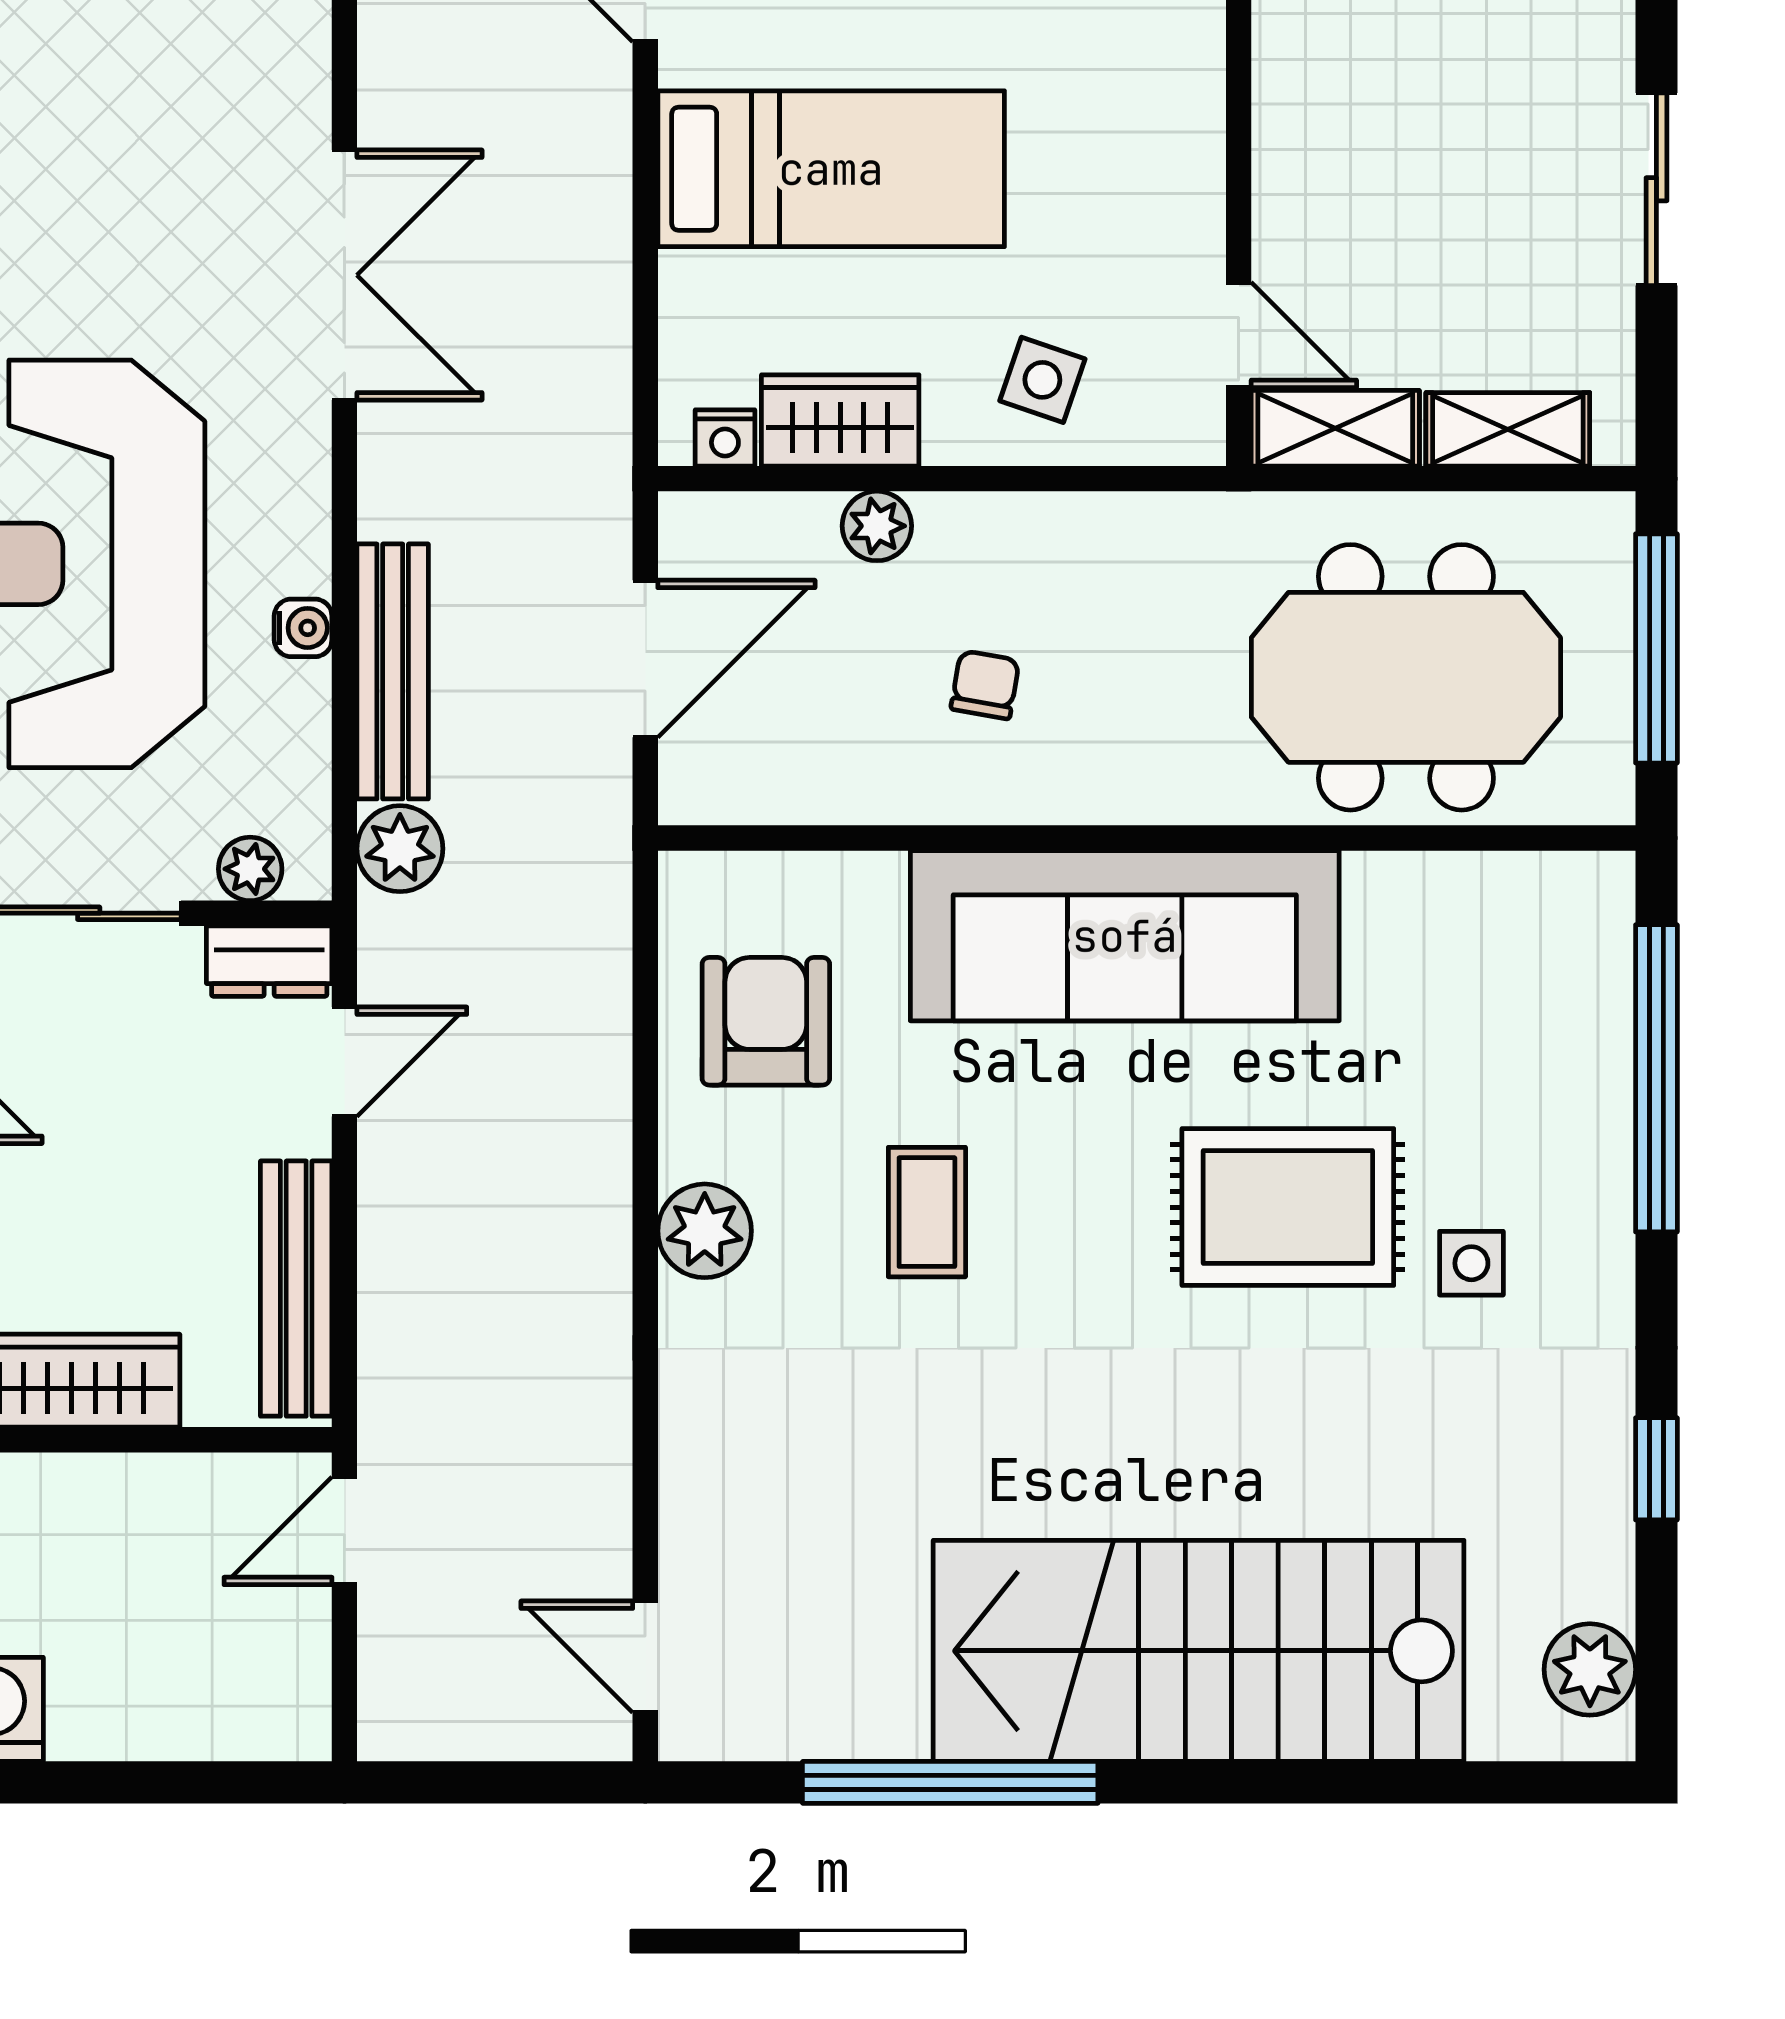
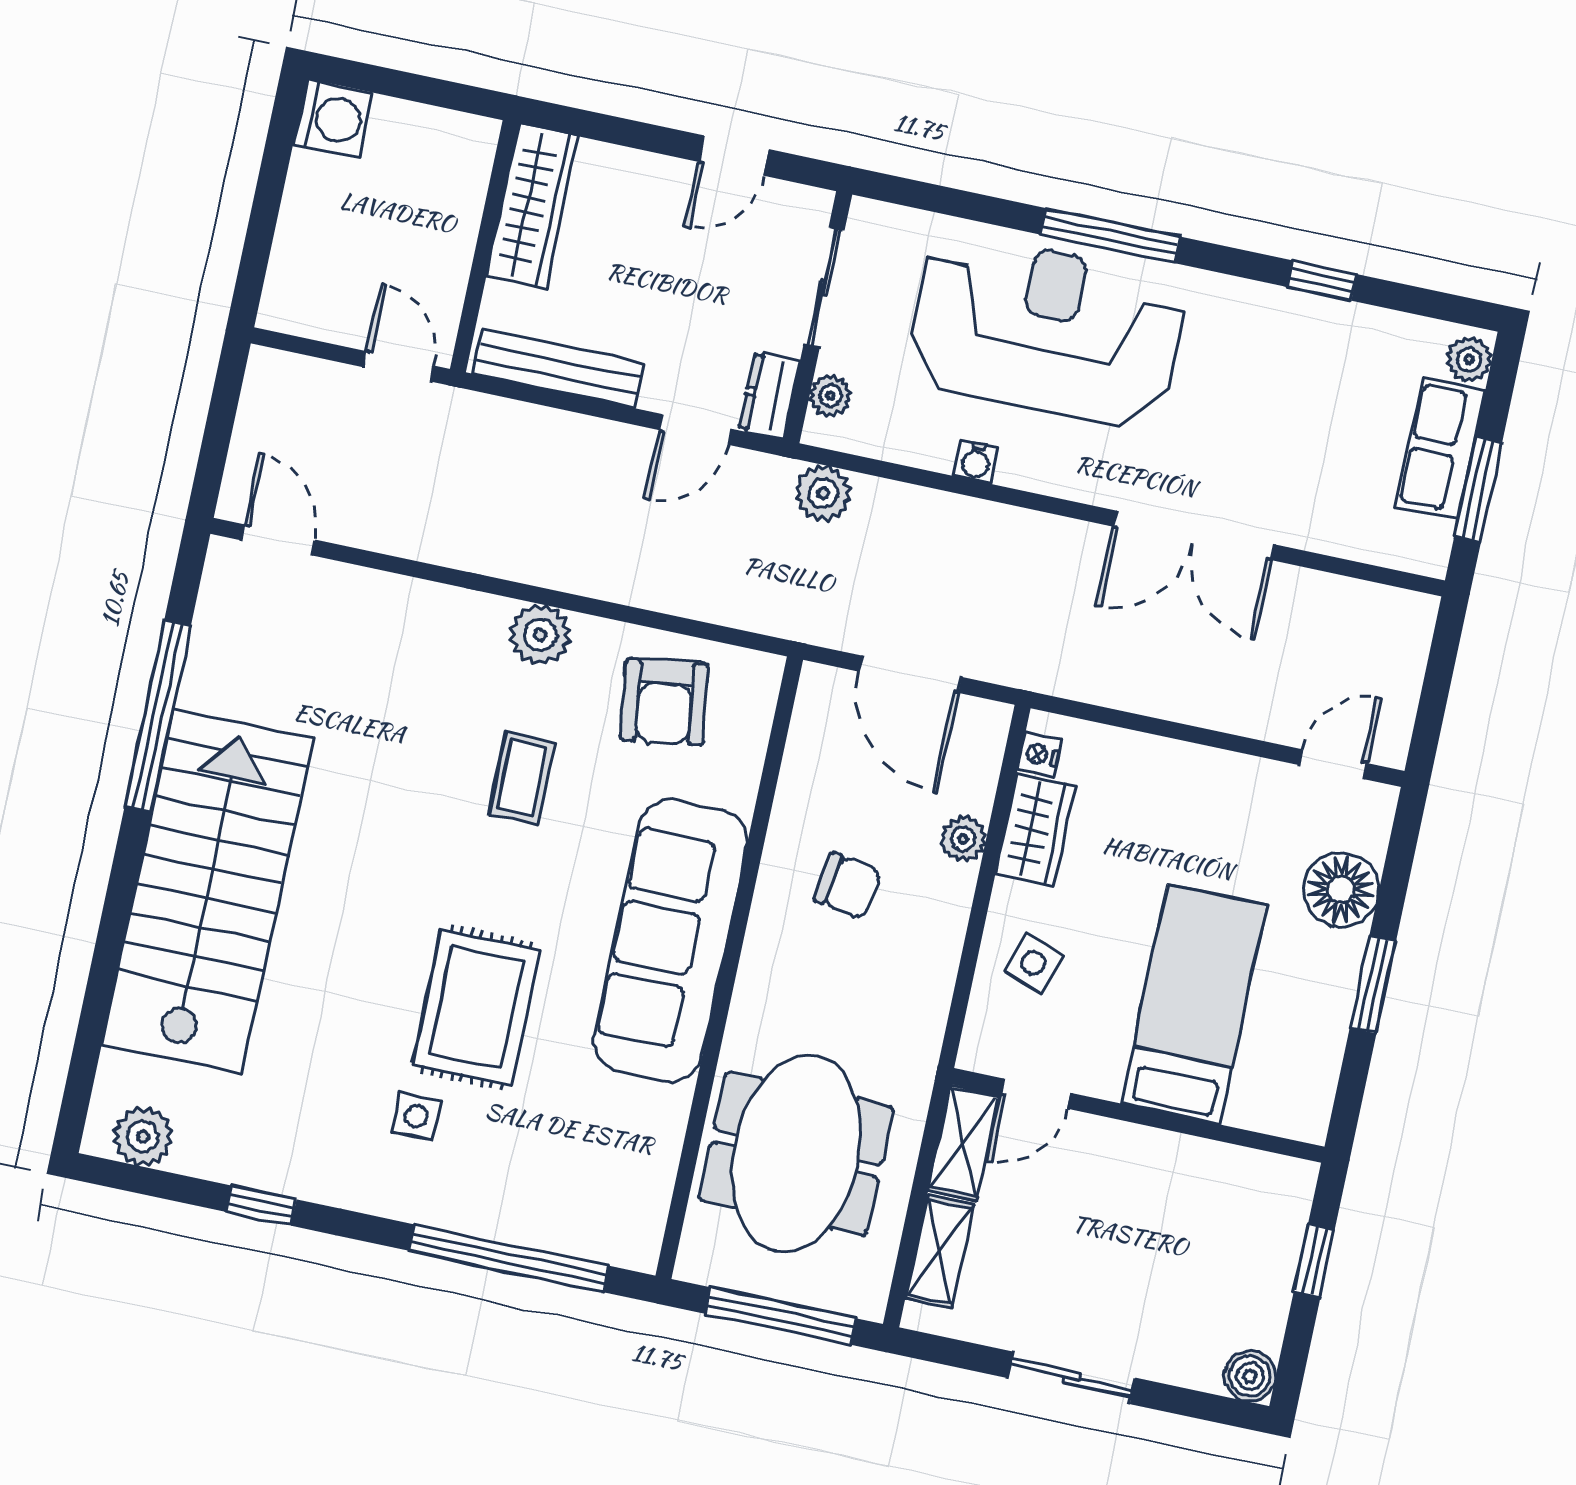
bed: (831, 169) -> (1194, 1004), moved, turned 180
bench: (393, 671) -> (936, 513), removed
chair: (985, 685) -> (848, 886), width x1.37, depth x1.37
armchair: (766, 1021) -> (664, 702), turned 82
door: (344, 1062) -> (696, 429), hinge flipped
coffee table: (927, 1212) -> (522, 778), turned 90
door: (645, 1657) -> (278, 540), hinge flipped

